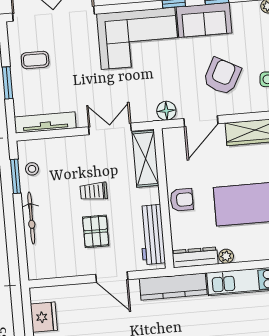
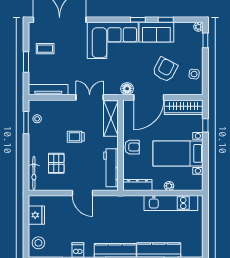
door: (201, 121) -> (149, 97), width x1.36
bicycle: (31, 218) -> (34, 173), moved
pallet: (96, 231) -> (56, 163), moved
plant: (226, 256) -> (169, 186), moved
kitchen counter: (173, 287) -> (122, 203), removed

